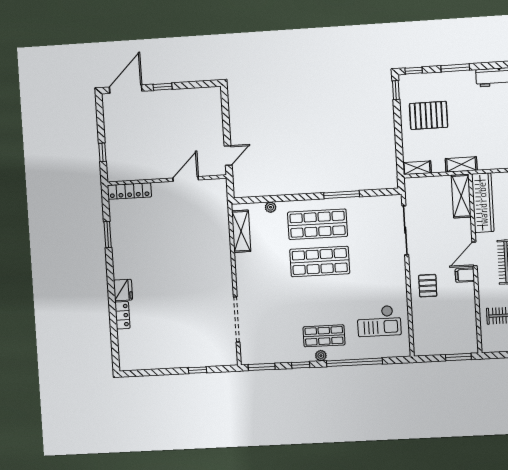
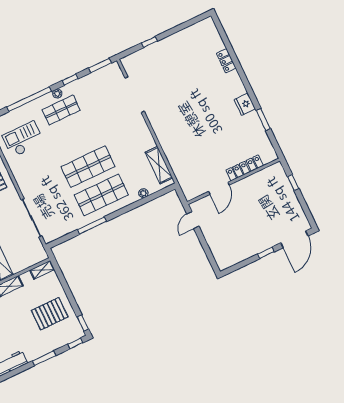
locker: (129, 191) -> (245, 168), moved
fridge: (123, 290) -> (245, 104), moved

